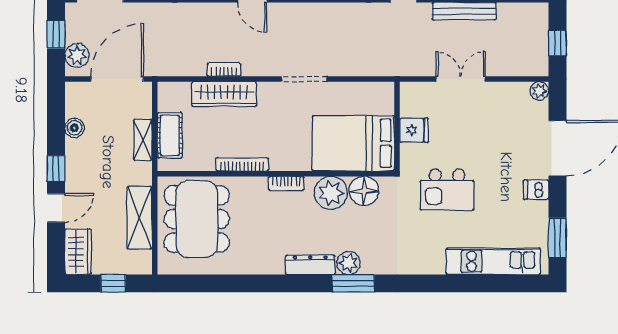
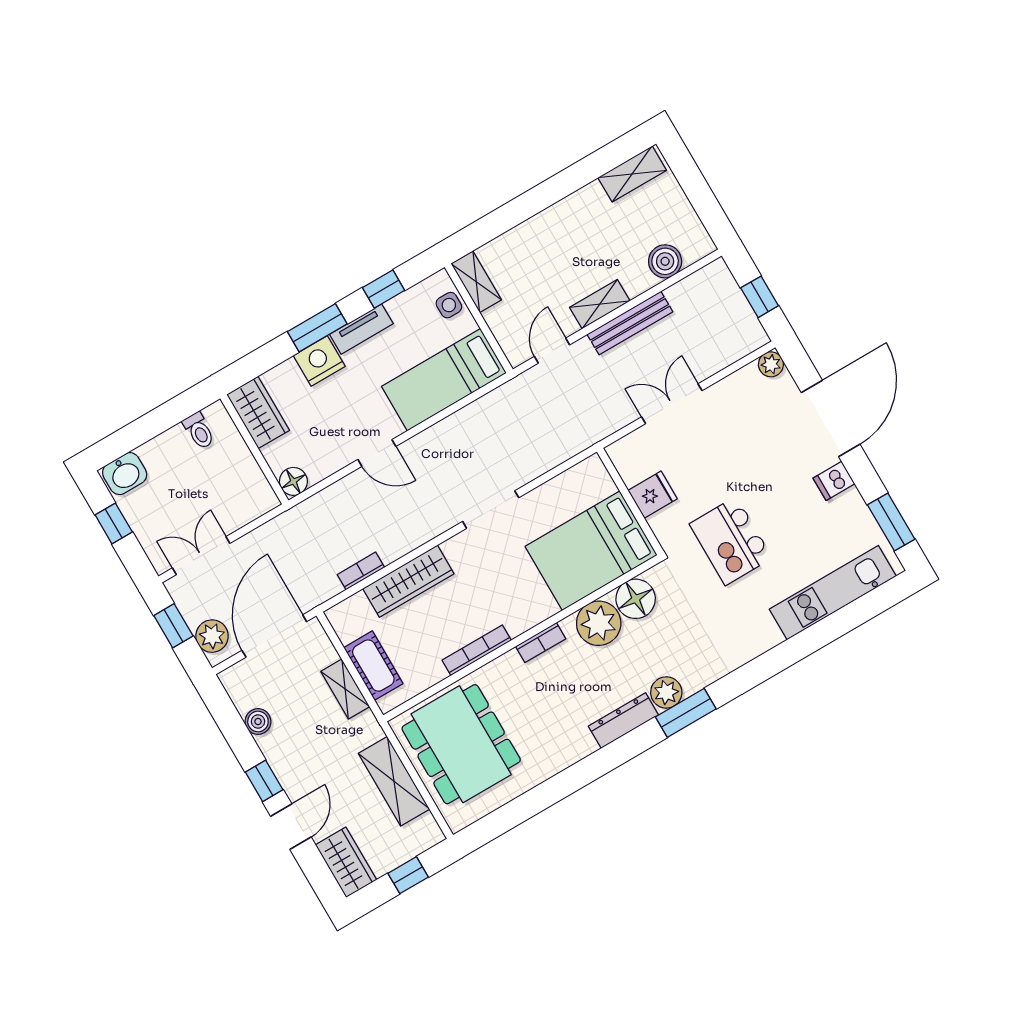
bookcase: (224, 70) -> (361, 571), moved
kitchen island: (447, 190) -> (731, 541), turned 90

